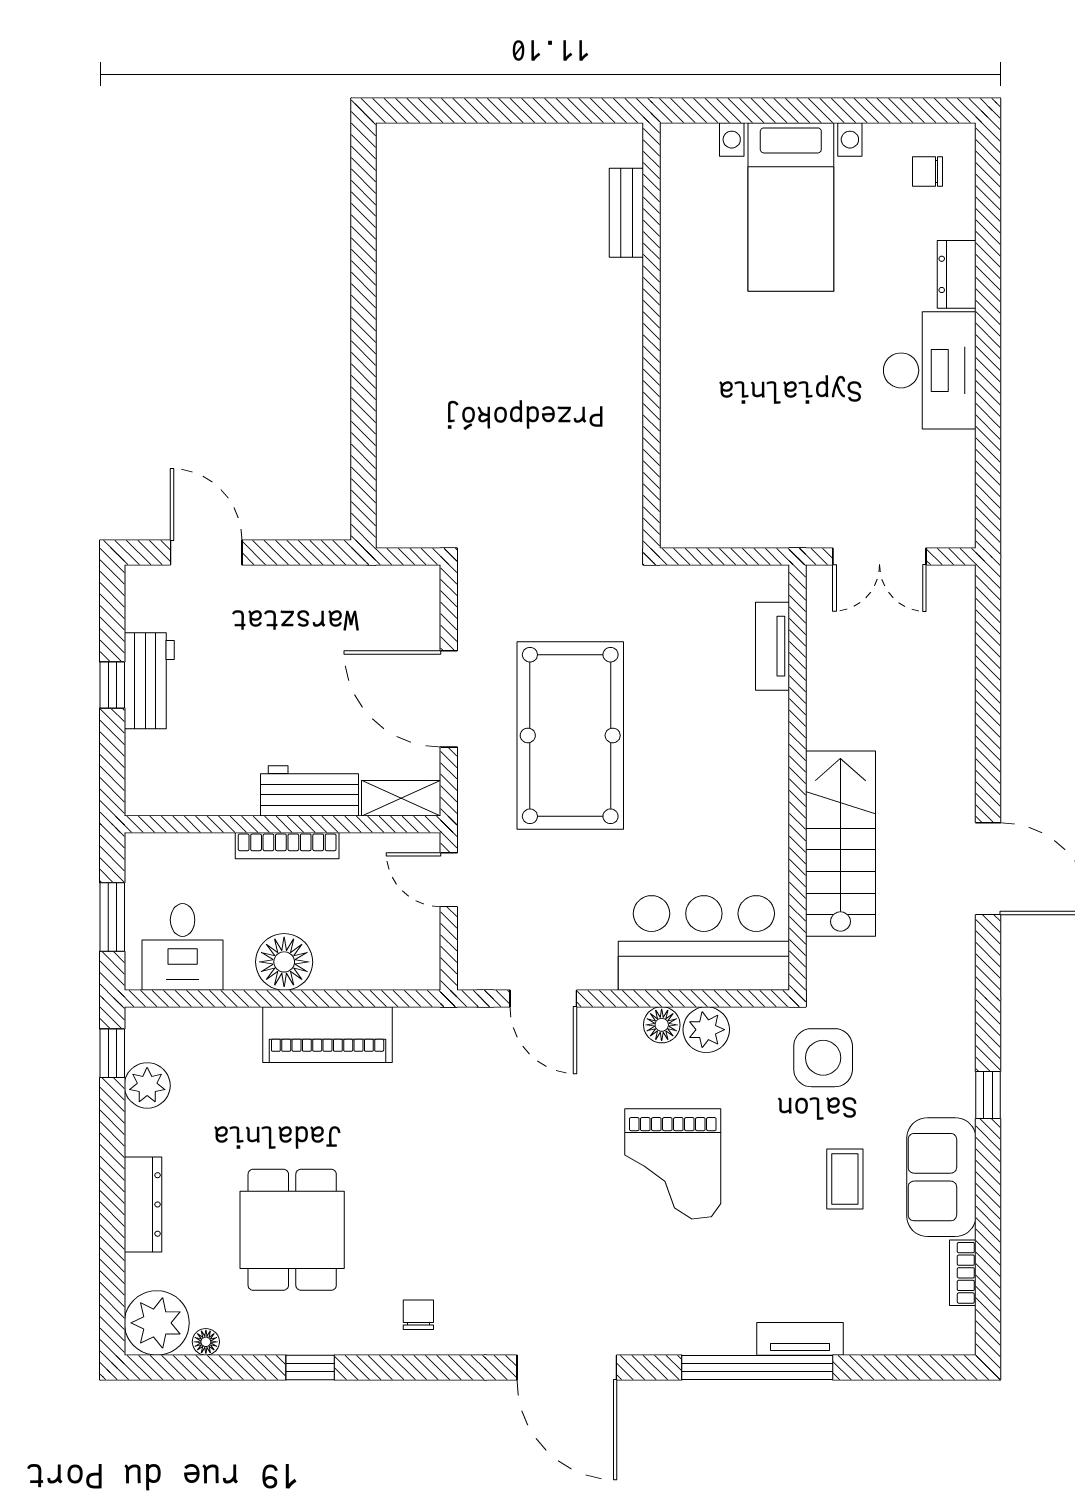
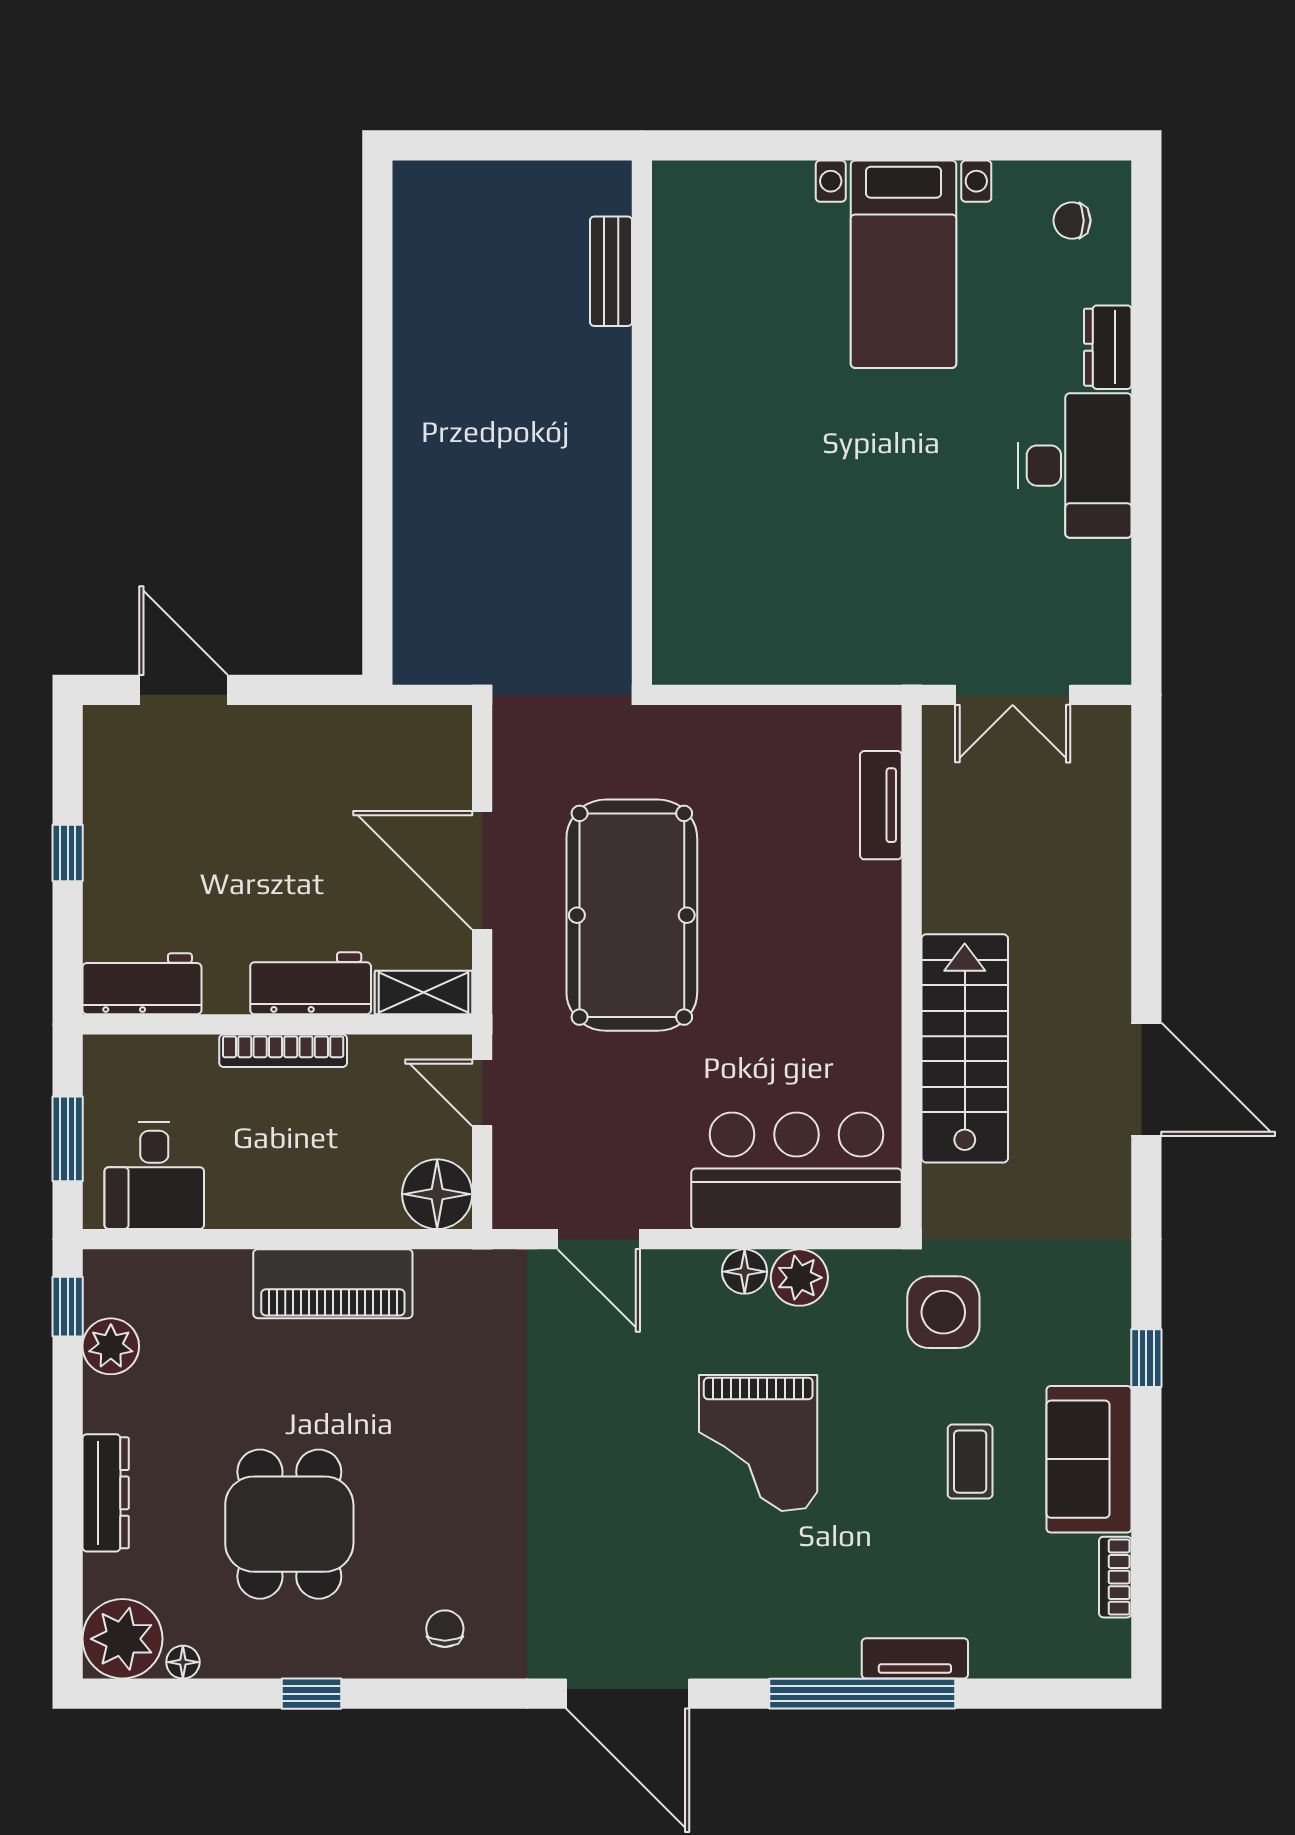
bench: (626, 213) -> (611, 271), moved
wall: (651, 336) -> (642, 423), moved
workbench: (149, 681) -> (142, 984), moved, turned -90
floor lamp: (284, 962) -> (437, 1194), moved

